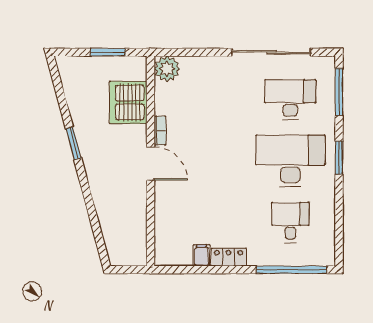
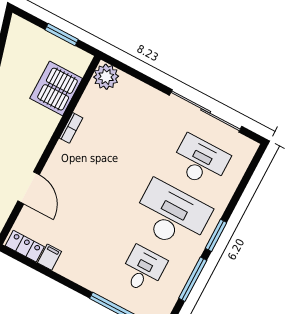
window: (339, 92) -> (193, 279), moved
door: (150, 163) -> (29, 188), moved
locker: (229, 257) -> (25, 246), moved

